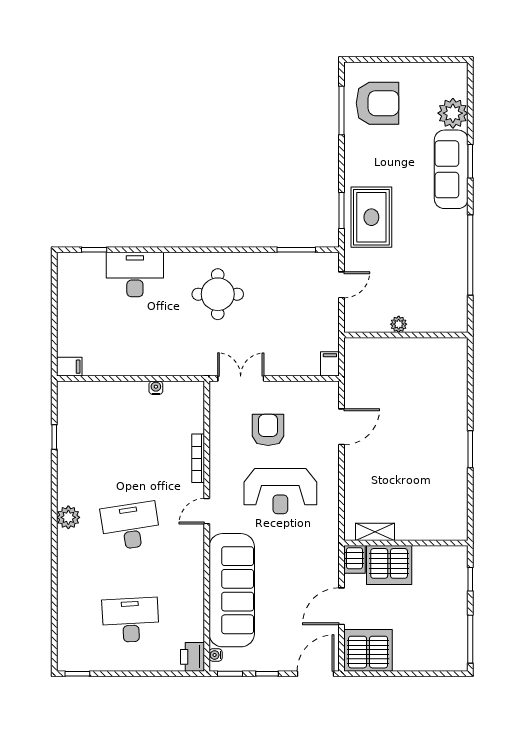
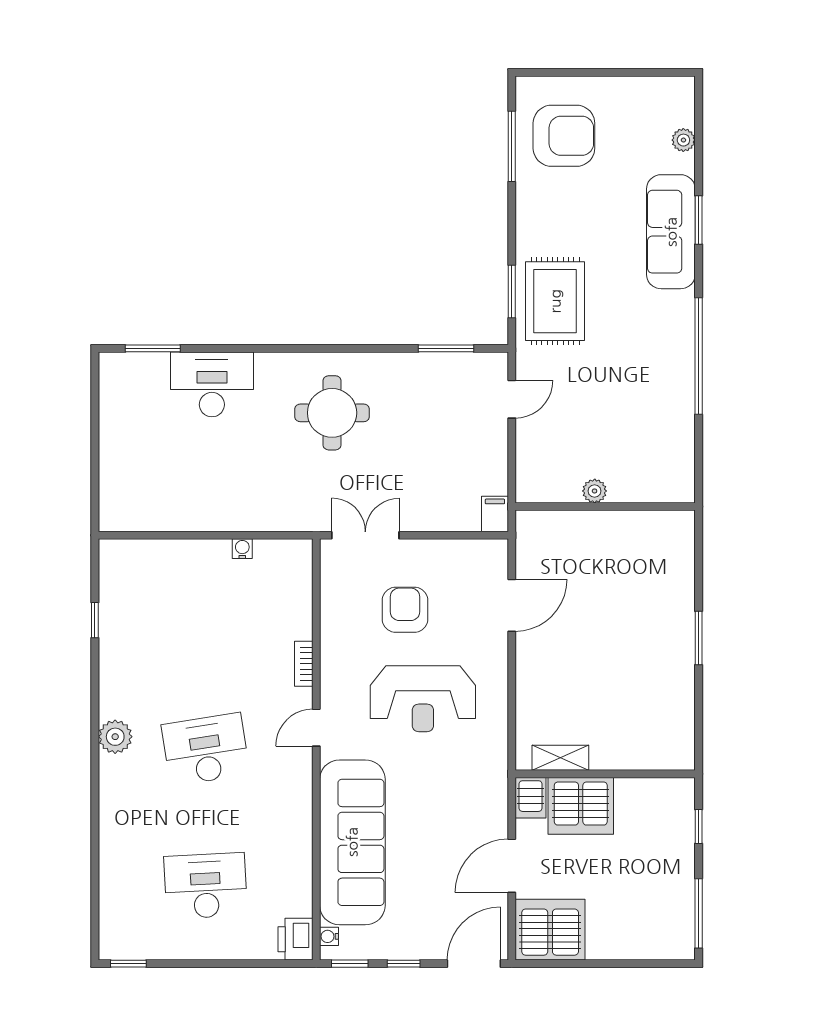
plant: (453, 113) -> (683, 140), width x0.53, depth x0.53
window: (94, 250) -> (153, 348), width x1.50
plant: (399, 324) -> (595, 491), moved
wall: (406, 335) -> (605, 507), moved
filing cabinet: (69, 367) -> (117, 518), removed
bookcase: (198, 458) -> (304, 664), width x0.64

